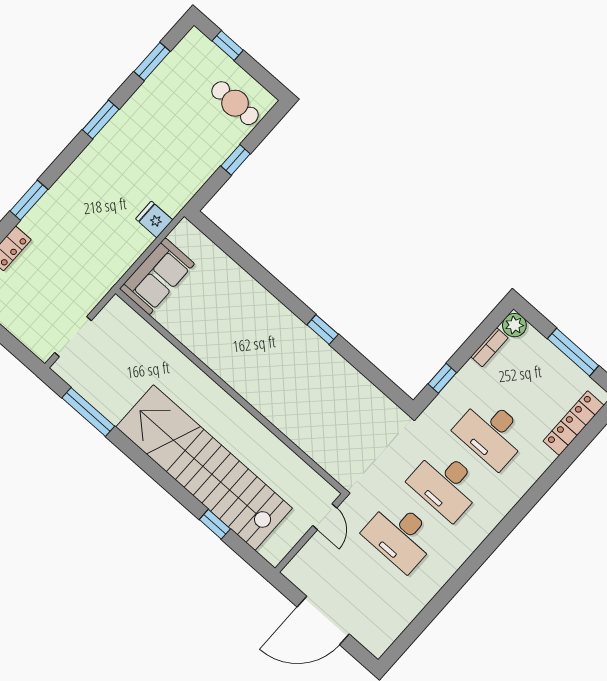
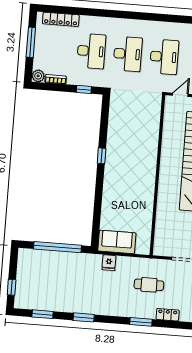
cafe table: (235, 103) -> (149, 285), moved, turned 90
window: (236, 160) -> (58, 247), width x3.17
sofa: (157, 276) -> (117, 242), moved

